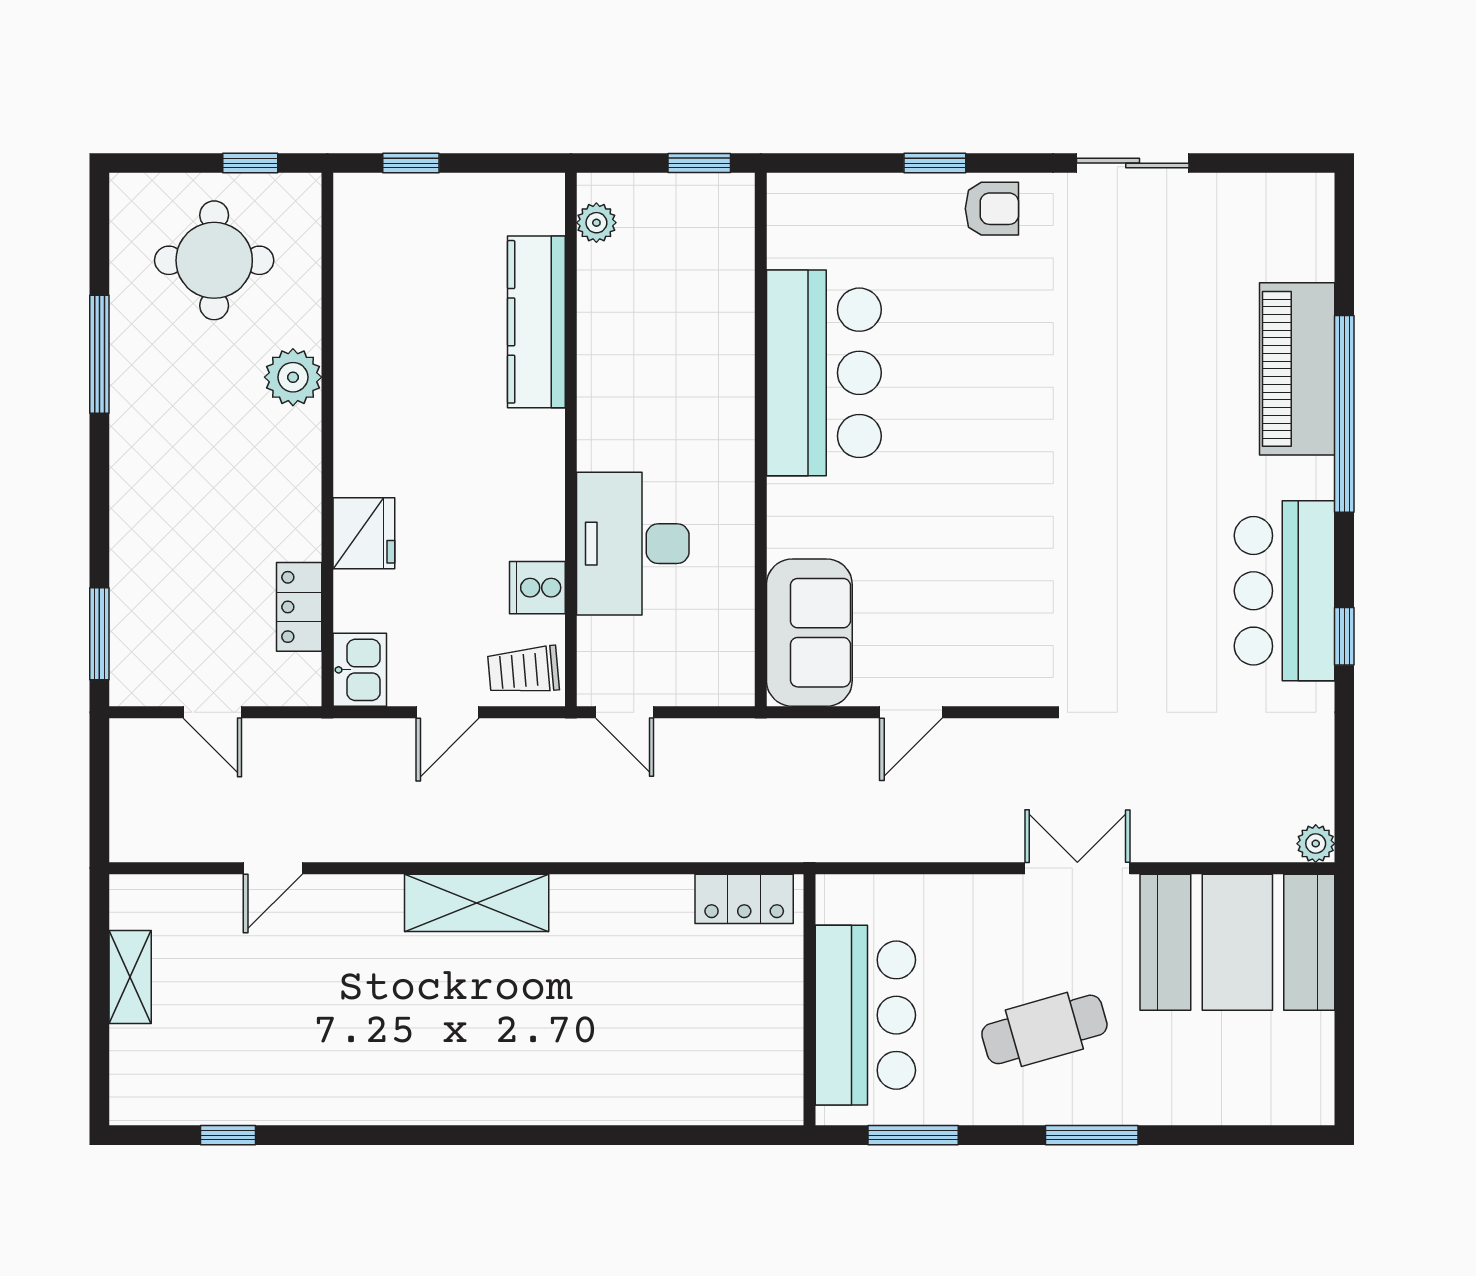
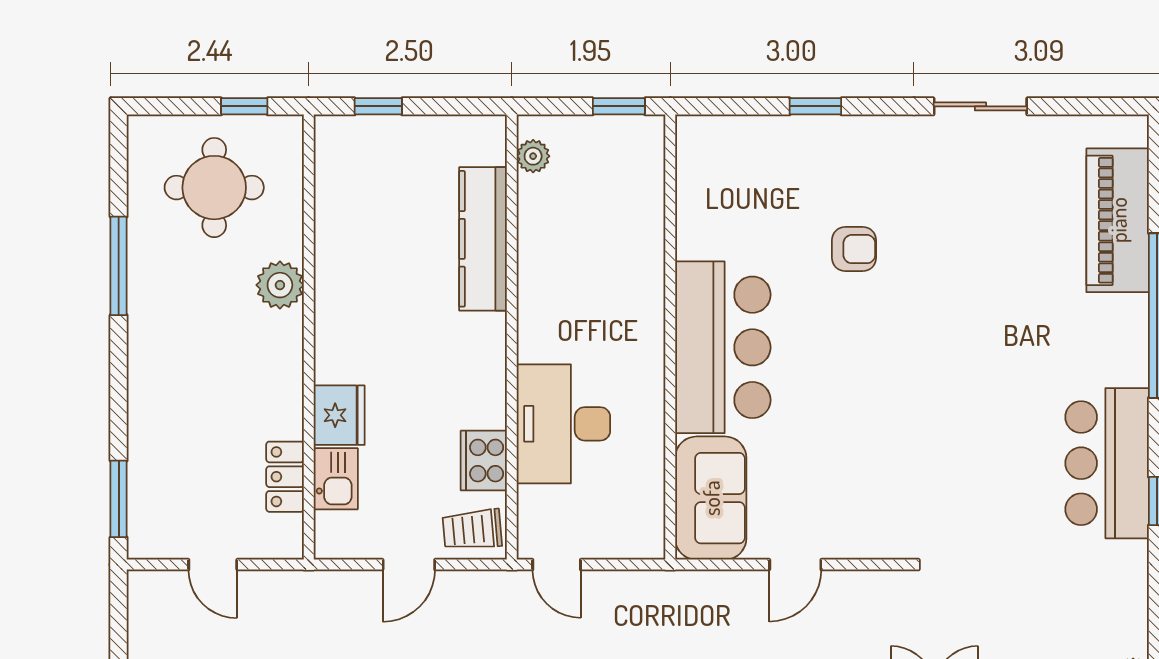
armchair: (992, 209) -> (854, 249), moved
piano: (1297, 369) -> (1118, 220), moved
bar counter: (824, 373) -> (723, 347), moved
cooker: (537, 588) -> (484, 461), width x1.36
kitchen sink: (360, 670) -> (336, 479), moved

